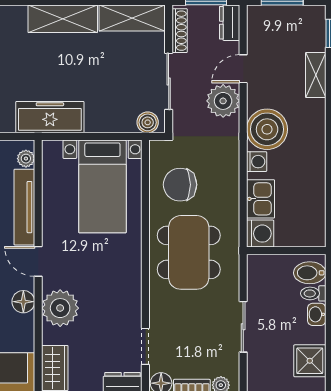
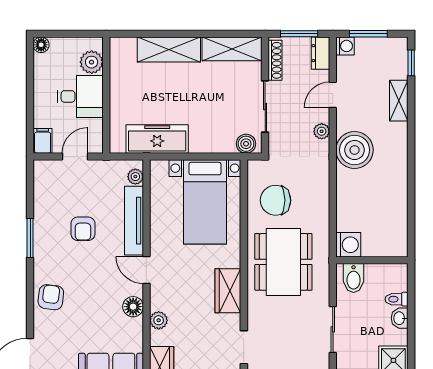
plant: (223, 101) -> (322, 131), width x0.53, depth x0.53
washing machine: (257, 162) -> (345, 46), moved
kitchen sink: (261, 199) -> (349, 213), removed
bidet: (310, 273) -> (354, 278), moved, turned -90
wardrobe: (128, 284) -> (228, 291), added
plant: (60, 308) -> (159, 320), width x0.53, depth x0.53

